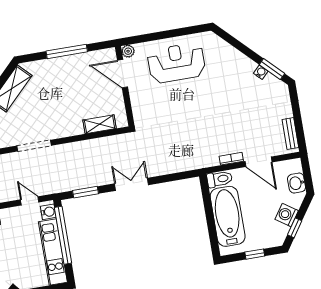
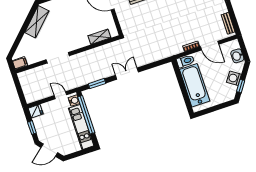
window: (255, 254) -> (217, 108), removed

